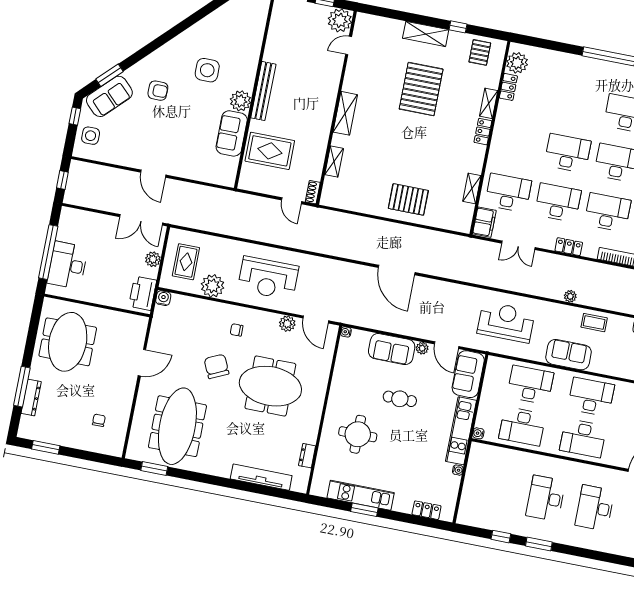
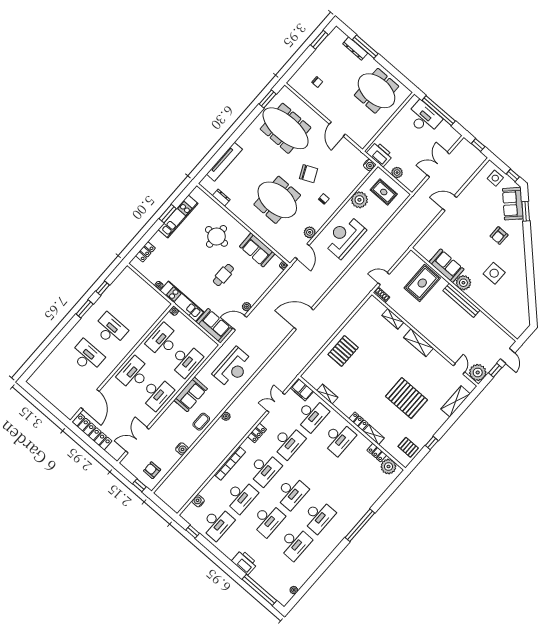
shelving: (426, 34) -> (455, 401), moved
desk: (568, 153) -> (339, 438), moved
double door: (141, 220) -> (438, 165), moved
door: (316, 319) -> (302, 251), swing flipped
sofa: (392, 349) -> (257, 250), moved, turned -90
meeting table: (270, 386) -> (277, 200), turned 90

